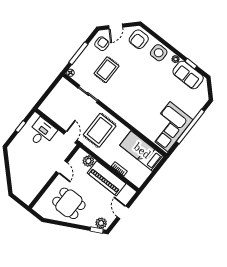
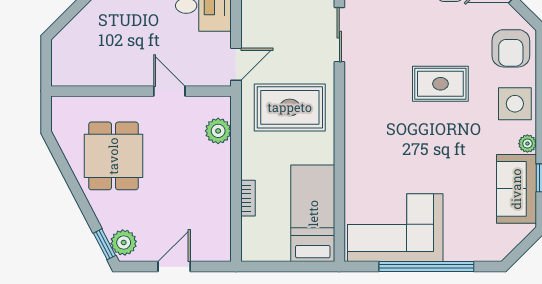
armchair: (139, 39) -> (511, 48), turned -90
rug: (106, 70) -> (440, 84), moved
door: (62, 167) -> (169, 91), swing flipped
piano: (107, 178) -> (213, 189), removed

